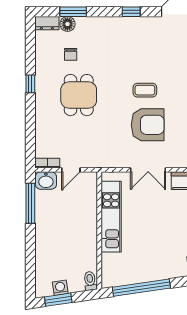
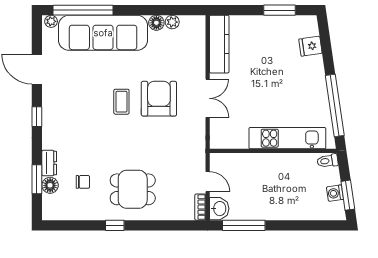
dresser: (47, 23) -> (49, 163), moved
dining table: (79, 95) -> (133, 189), moved
kitchen unit: (111, 217) -> (287, 138), moved

